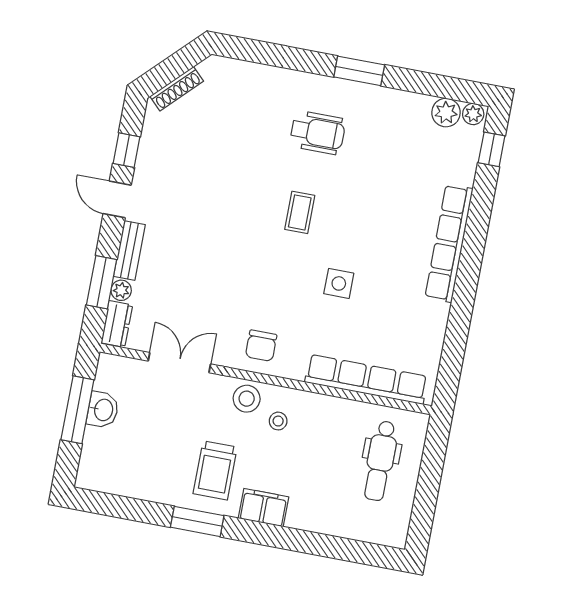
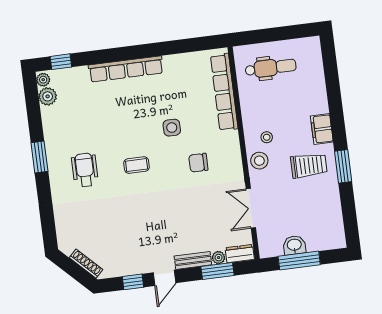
chair: (261, 346) -> (198, 163), moved, turned 180

